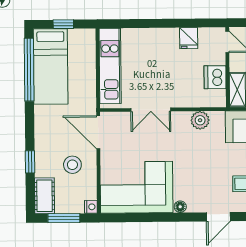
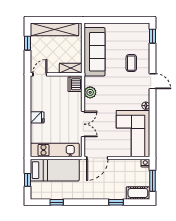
fridge: (189, 38) -> (37, 117), moved
bed: (51, 66) -> (55, 170), moved
window: (29, 70) -> (57, 202), width x0.32
dishwasher: (215, 77) -> (75, 84), moved, turned 90
stool: (72, 165) -> (118, 175), removed

